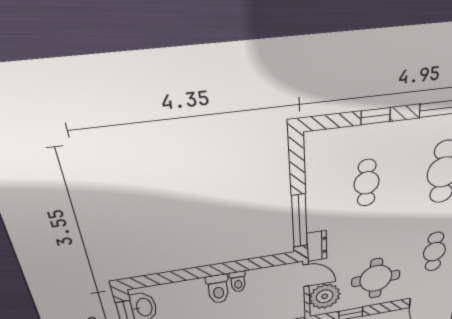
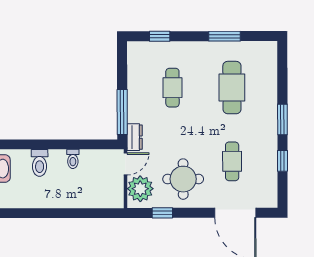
window: (376, 116) -> (160, 36), moved
door: (306, 275) -> (125, 164), hinge flipped
toilet: (218, 289) -> (40, 163), moved

